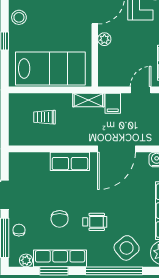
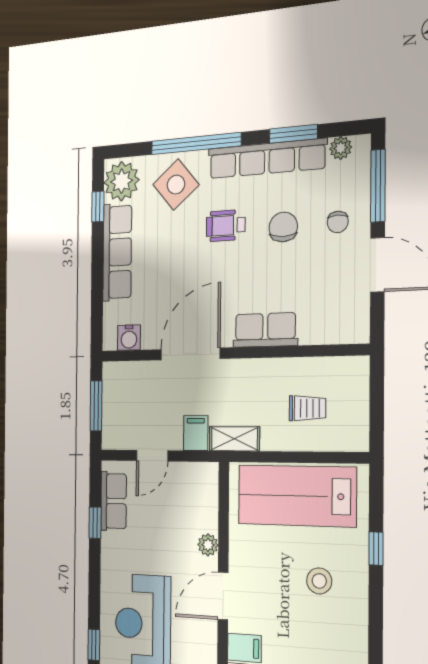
stool: (19, 17) -> (319, 581), moved
chair: (19, 230) -> (338, 222), moved
row of seats: (60, 258) -> (267, 158), width x1.36

